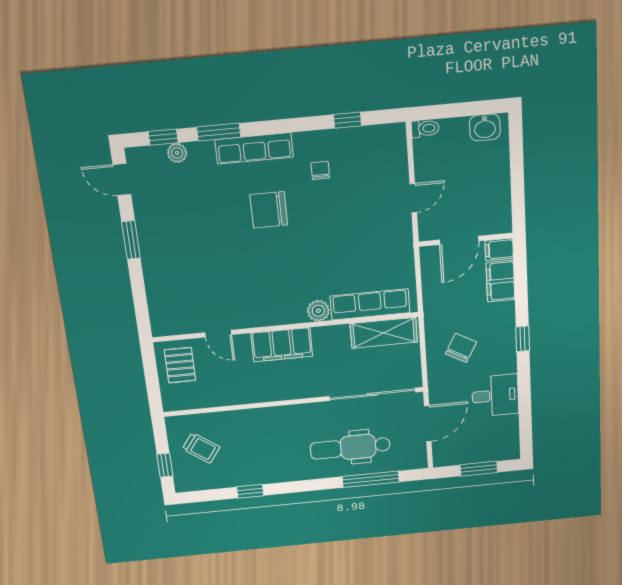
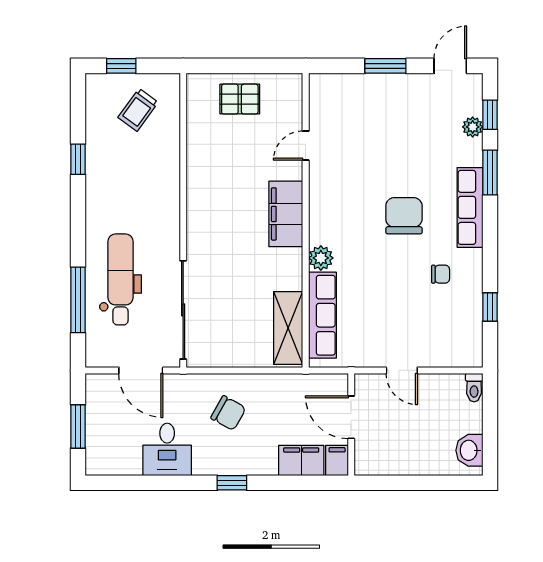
row of seats: (370, 304) -> (322, 315), moved
plant: (318, 311) -> (321, 258), moved
wall: (286, 327) -> (306, 220), moved
shelving: (384, 333) -> (288, 328), moved
door: (218, 334) -> (306, 146), moved
filing cabinet: (282, 345) -> (286, 214), moved

